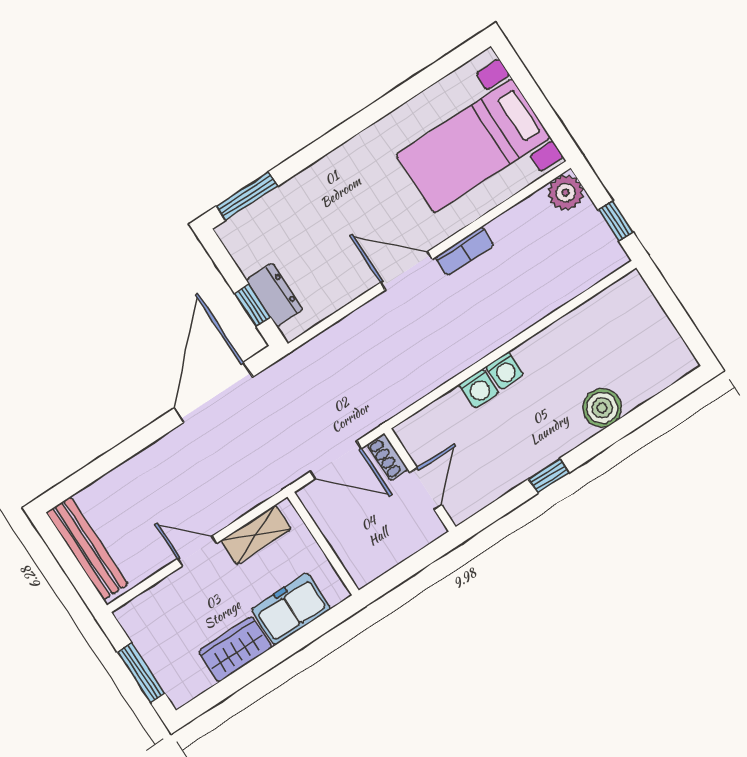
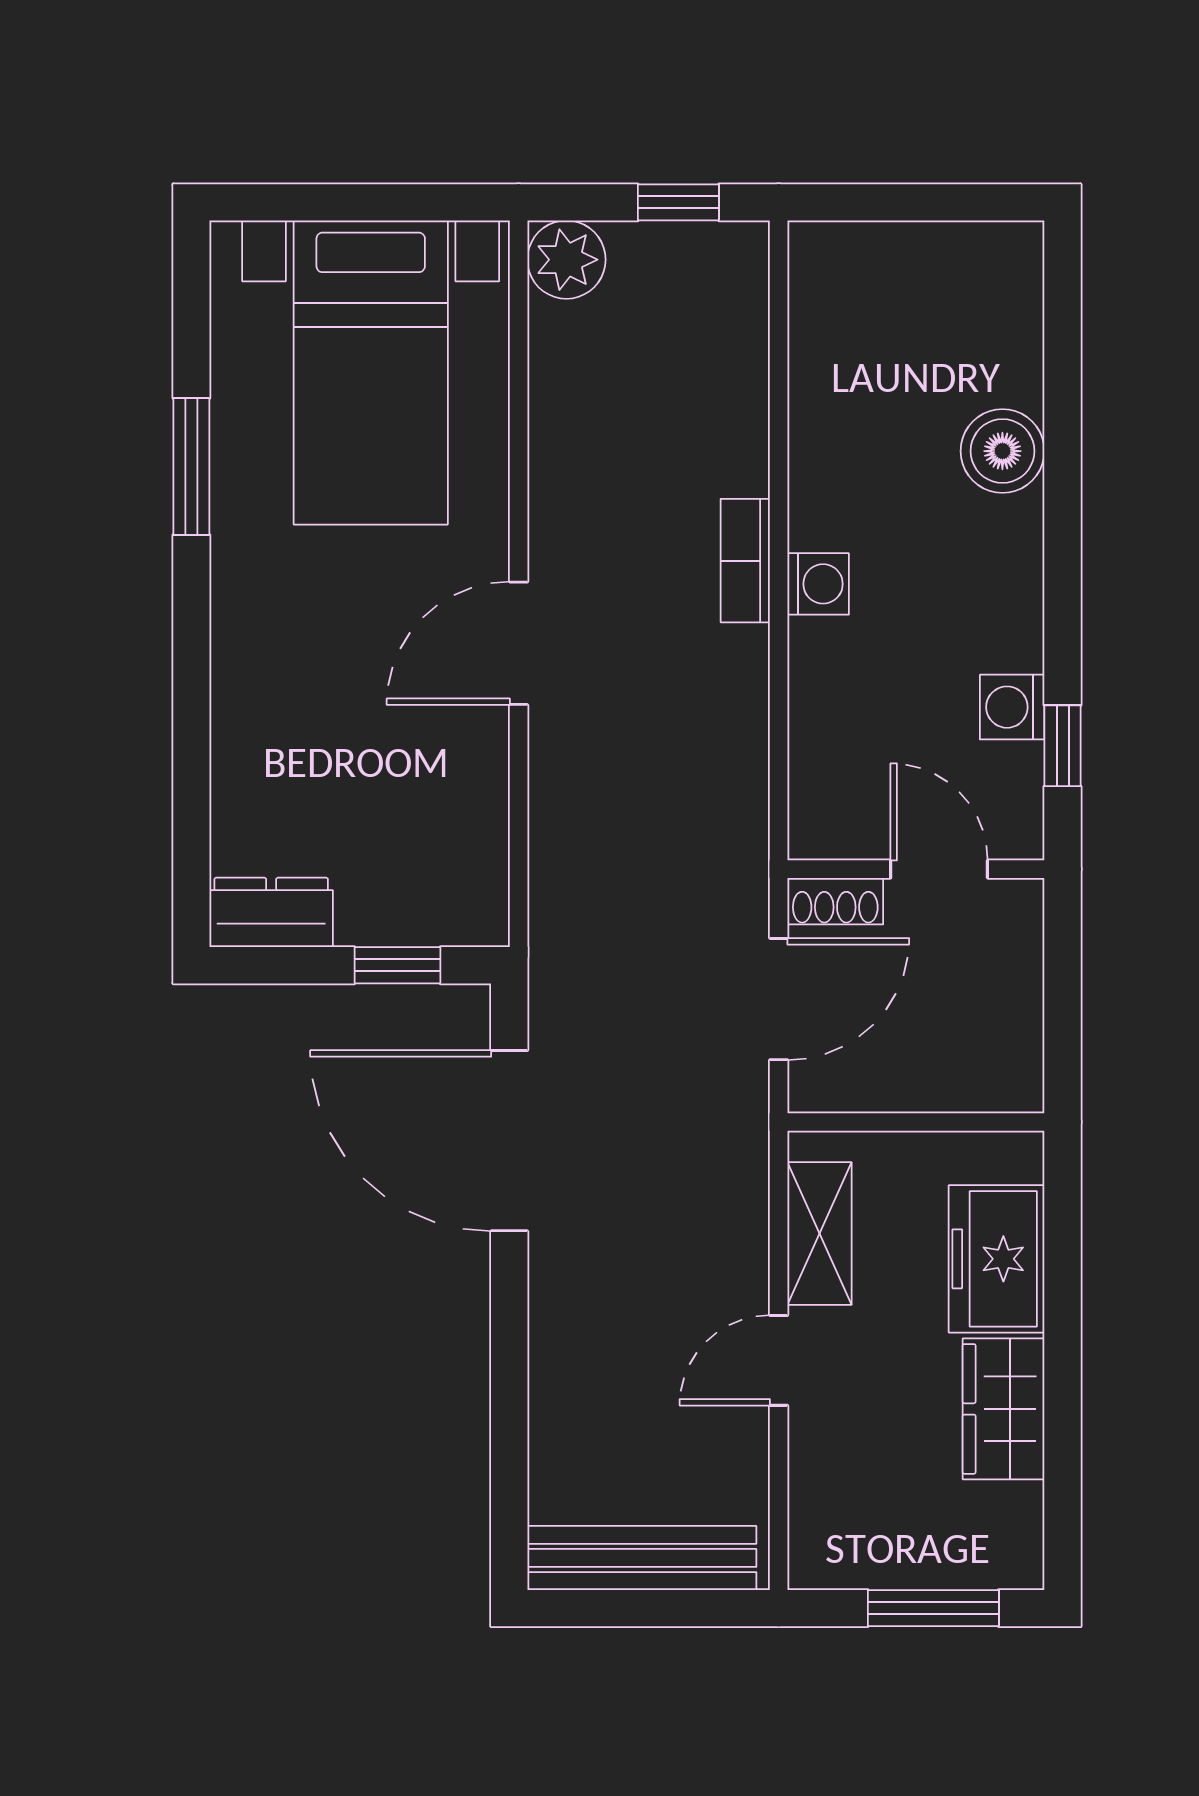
window: (247, 196) -> (191, 467), moved
bookcase: (464, 251) -> (745, 561), moved, turned 180
dresser: (275, 295) -> (271, 912), moved
washing machine: (479, 389) -> (1012, 707), moved, turned 180
window: (549, 476) -> (1063, 746), moved

